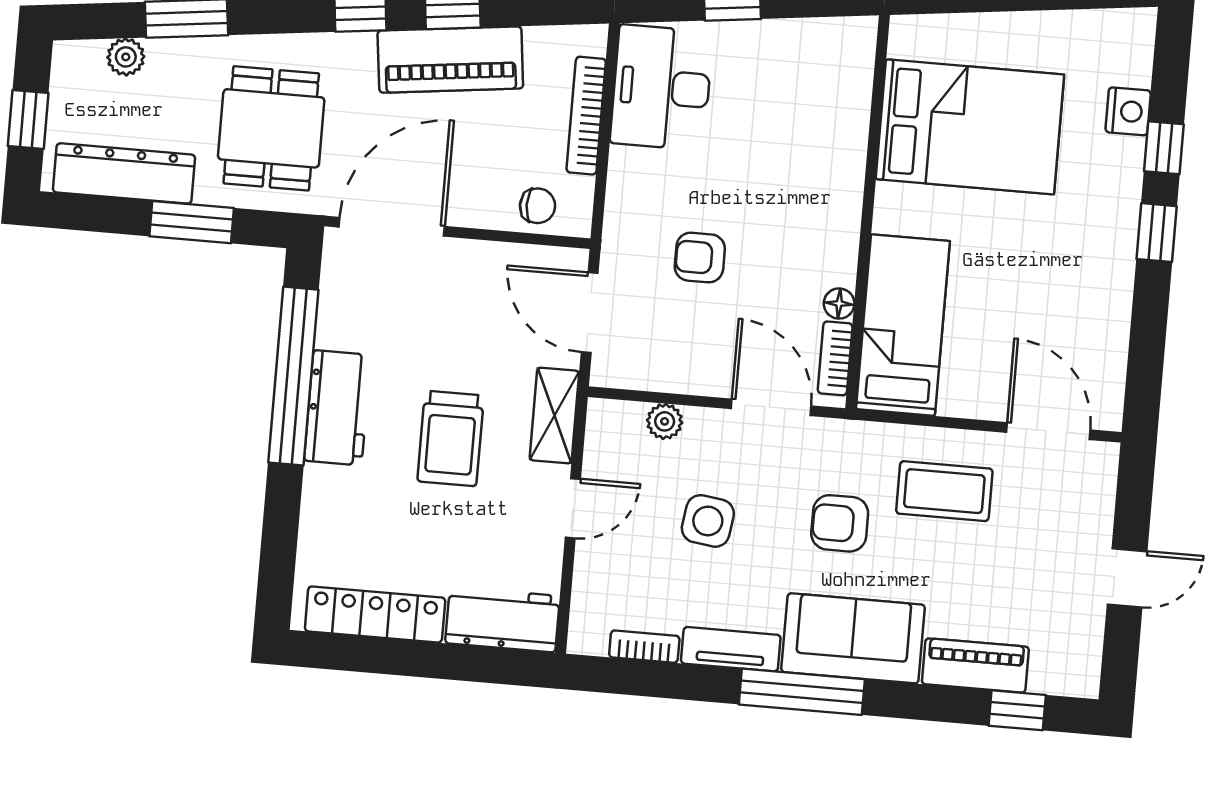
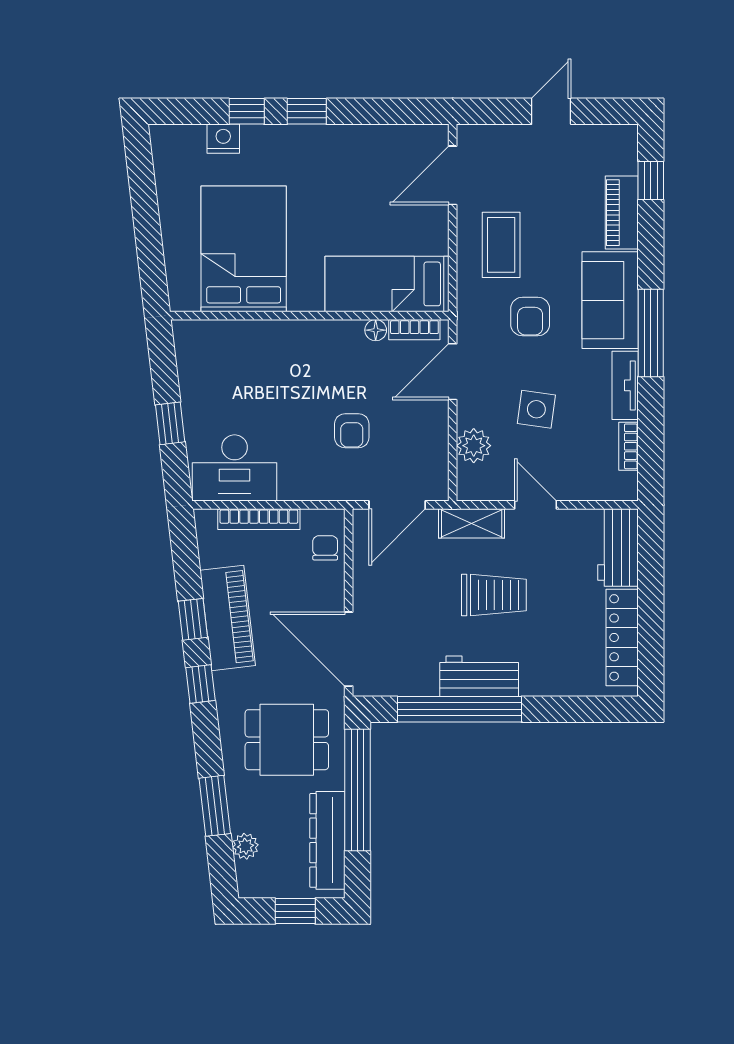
window: (192, 222) -> (357, 790), width x2.11
plant: (665, 421) -> (474, 446), width x1.38, depth x1.38
door: (1127, 578) -> (551, 111), hinge flipped

